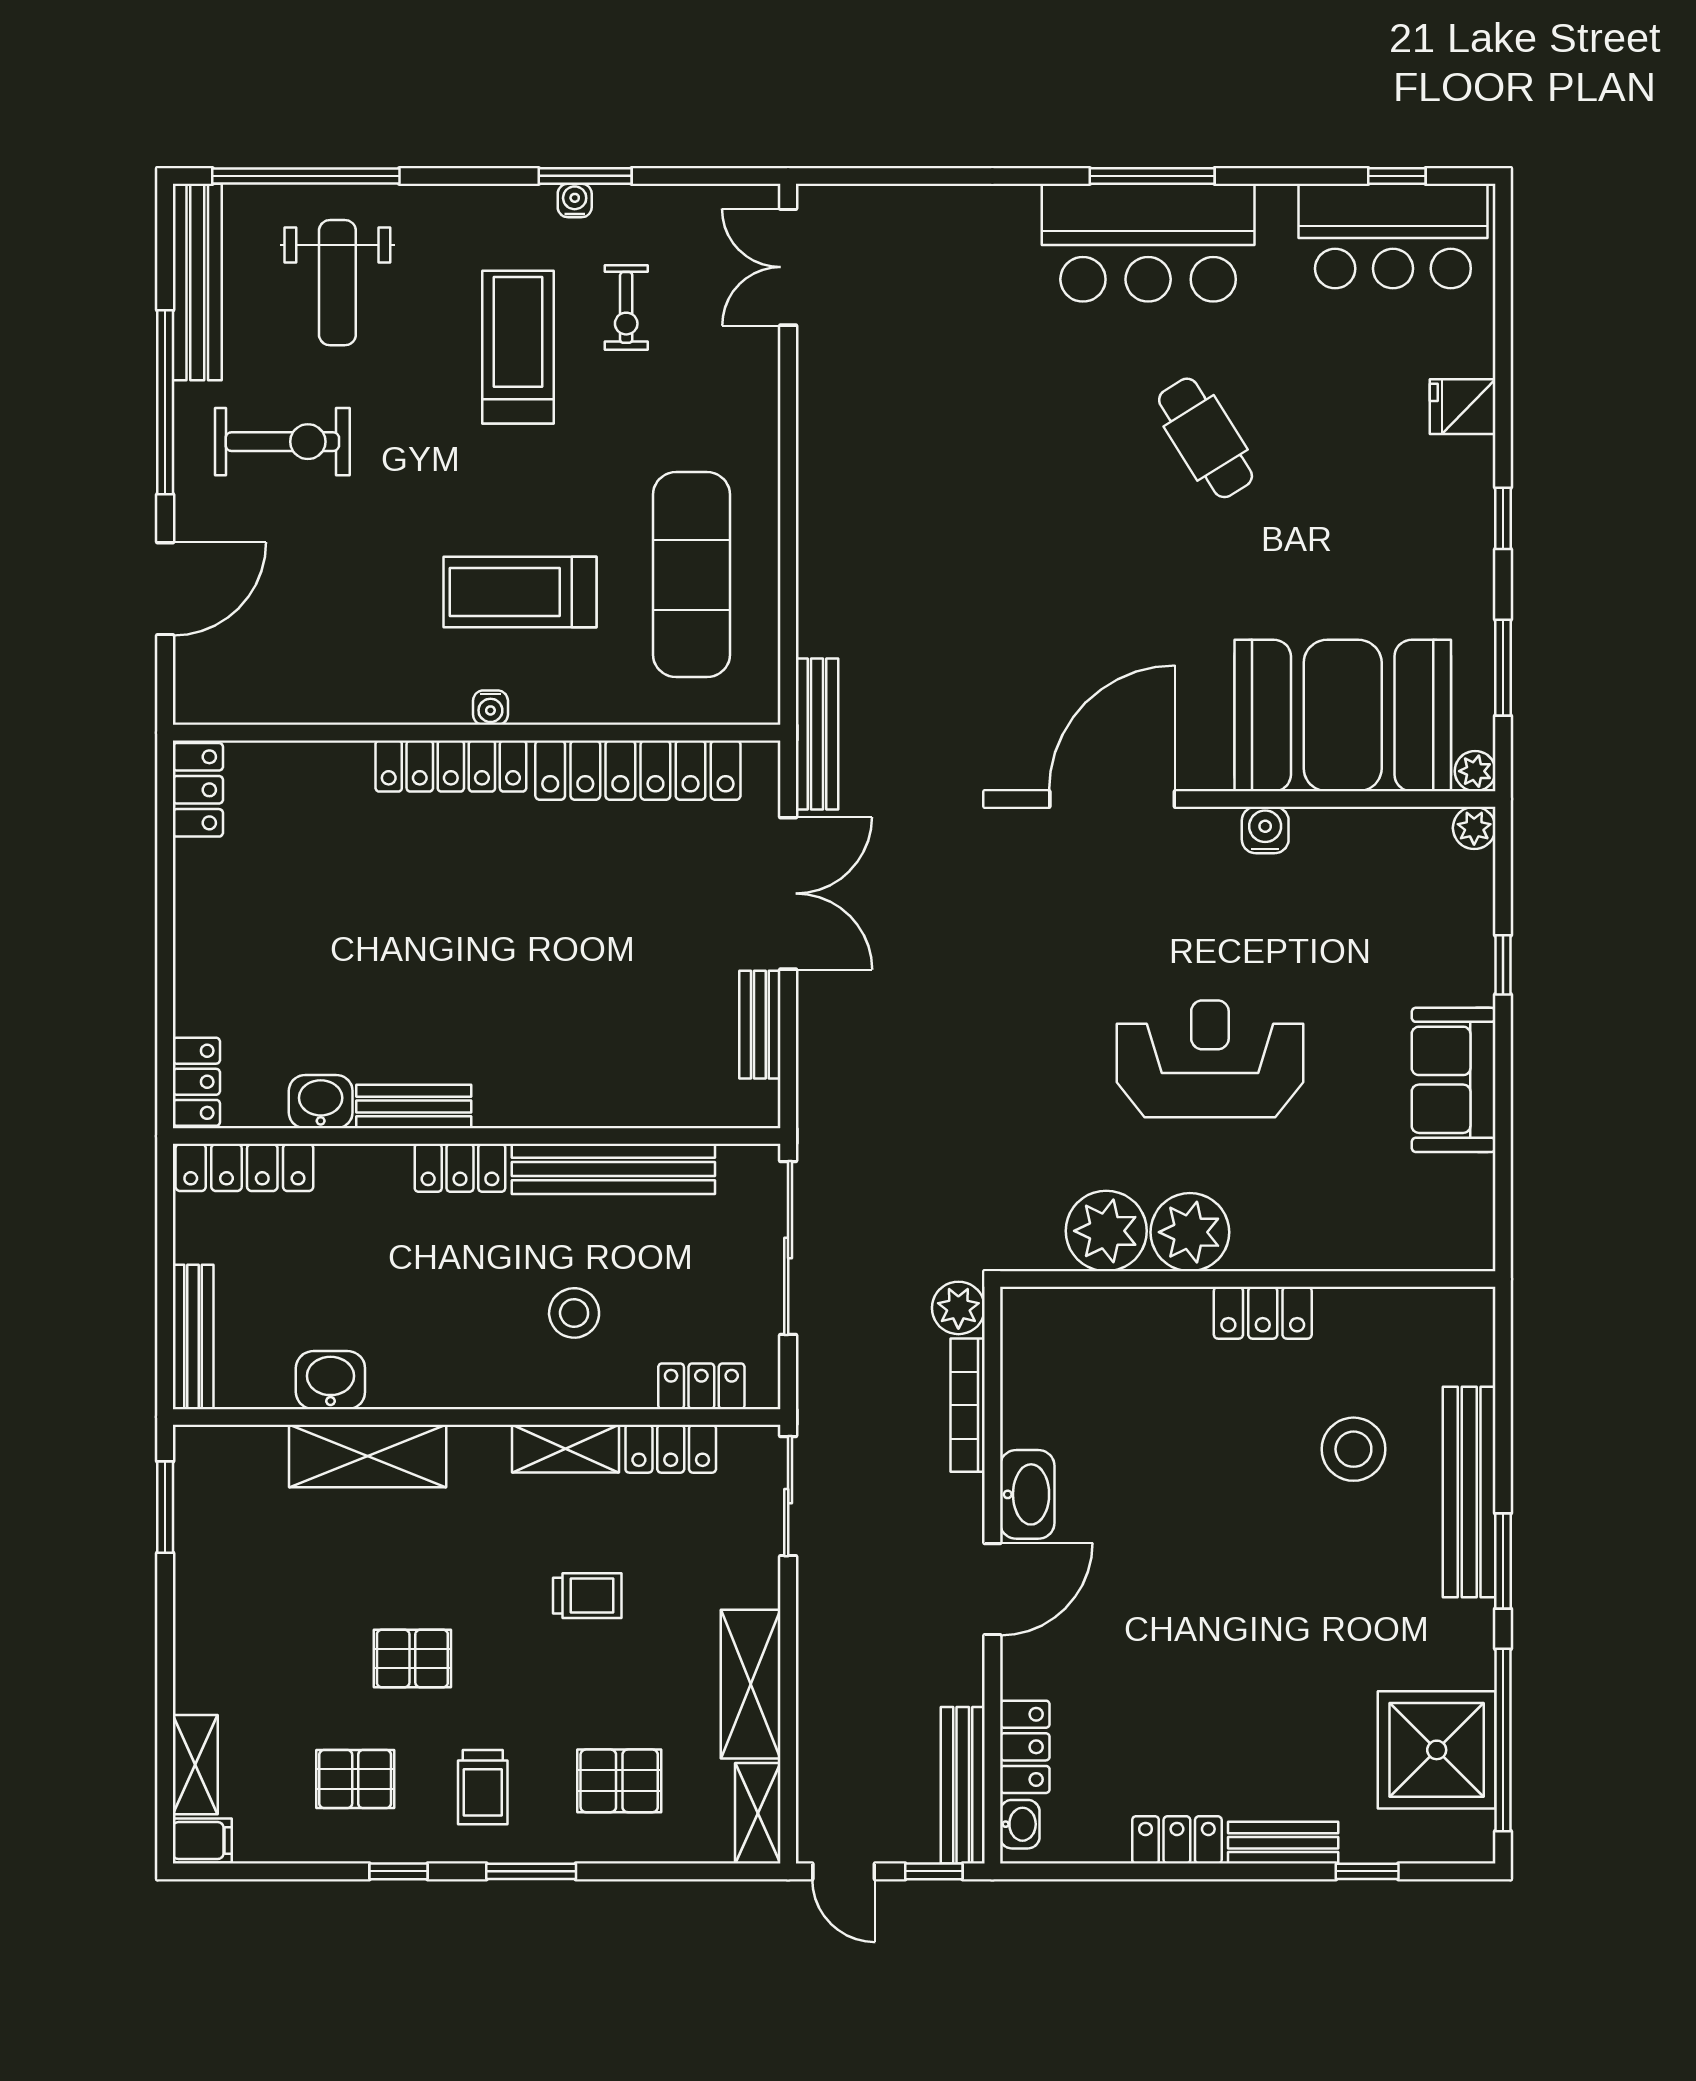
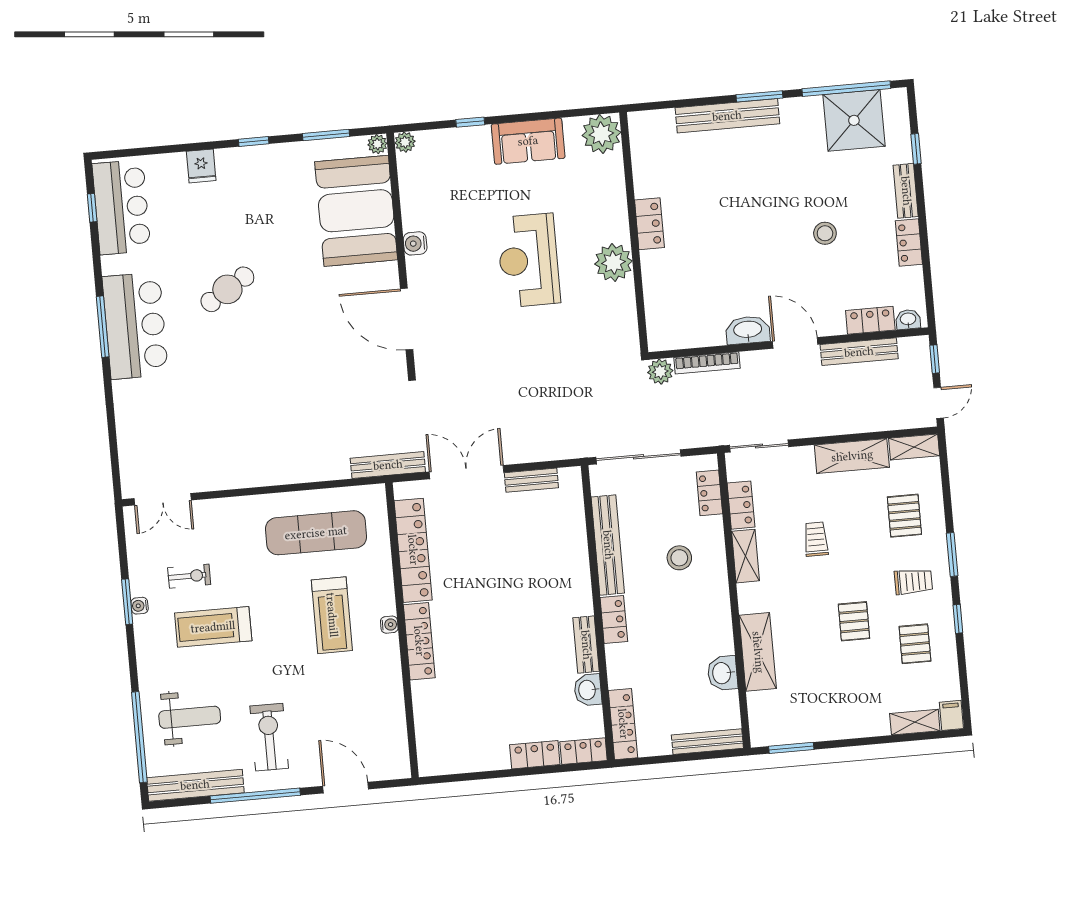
locker: (198, 790) -> (535, 755), moved
plant: (1106, 1231) -> (601, 134), moved
stool: (1353, 1449) -> (825, 233), moved, width x0.73, depth x0.73
bench: (963, 1785) -> (859, 352), moved

